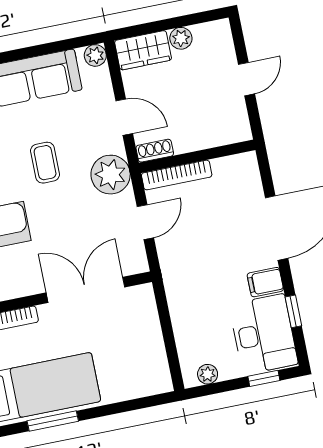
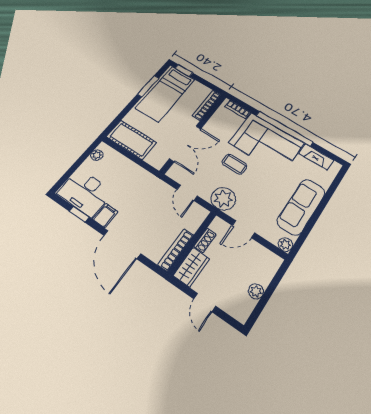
wardrobe: (143, 50) -> (191, 267), moved, turned 180
shoe rack: (155, 151) -> (205, 240), moved
coffee table: (45, 163) -> (234, 164), moved
bookcase: (177, 175) -> (176, 250), moved
cot: (147, 358) -> (131, 140), added
window: (264, 378) -> (68, 174), removed

